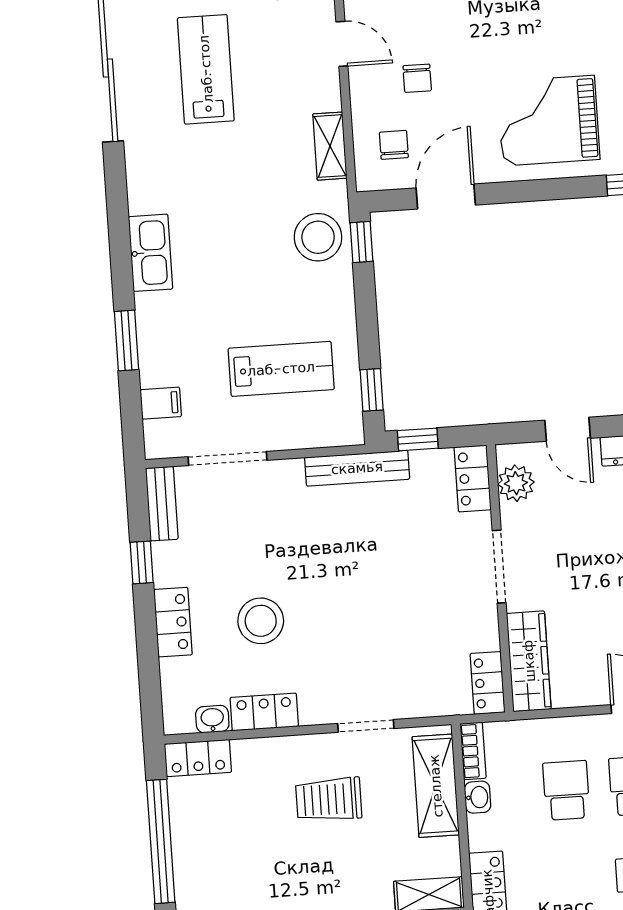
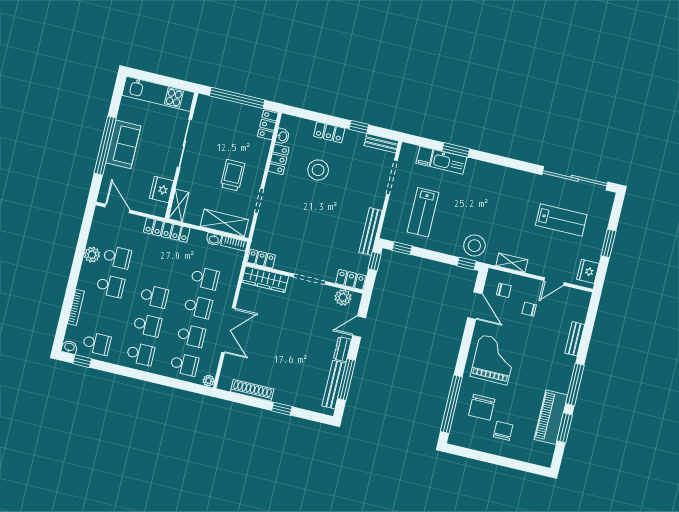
kitchen sink: (150, 253) -> (448, 162), moved

